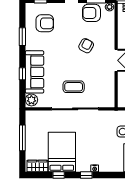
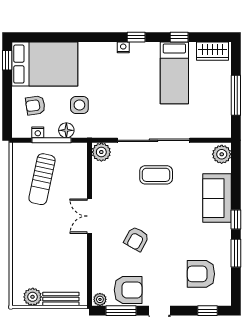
sofa: (34, 72) -> (217, 198), width x0.73
window: (22, 74) -> (236, 219), moved
plant: (109, 101) -> (101, 152), added
bed: (62, 152) -> (174, 73), width x0.67

